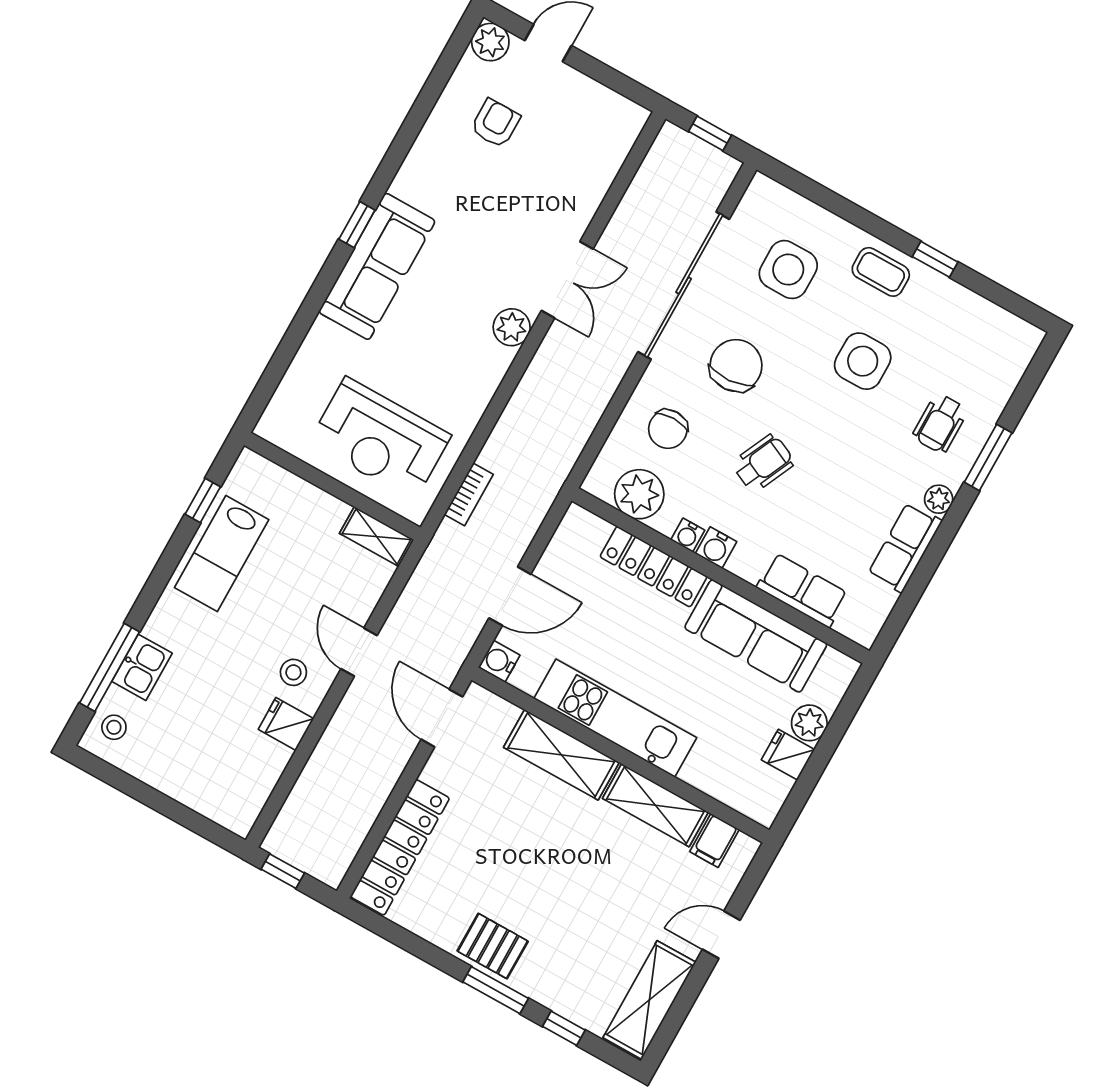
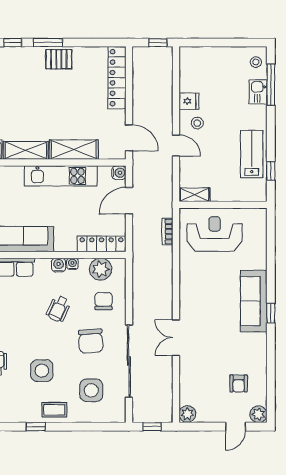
plant: (512, 327) -> (187, 414), moved
locker: (654, 567) -> (102, 244), moved

